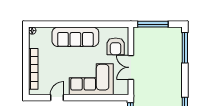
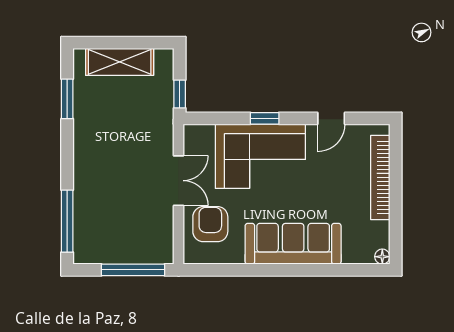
window: (89, 98) -> (265, 118), added

